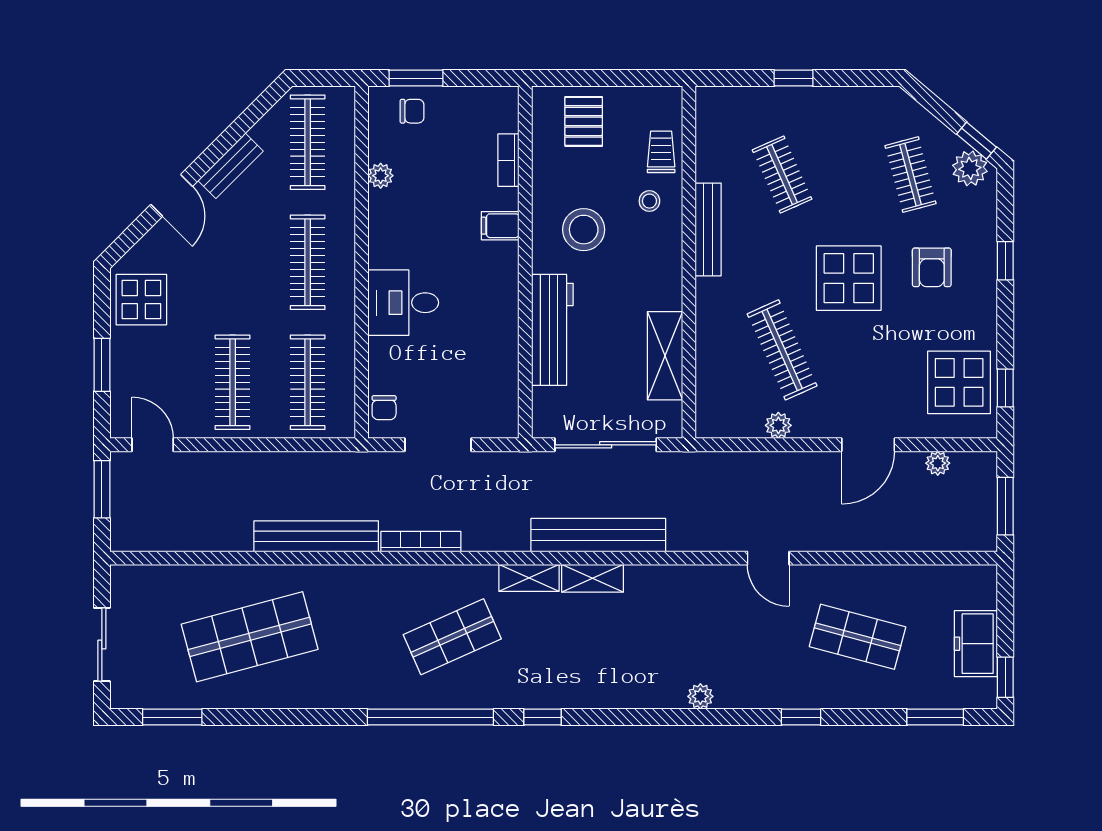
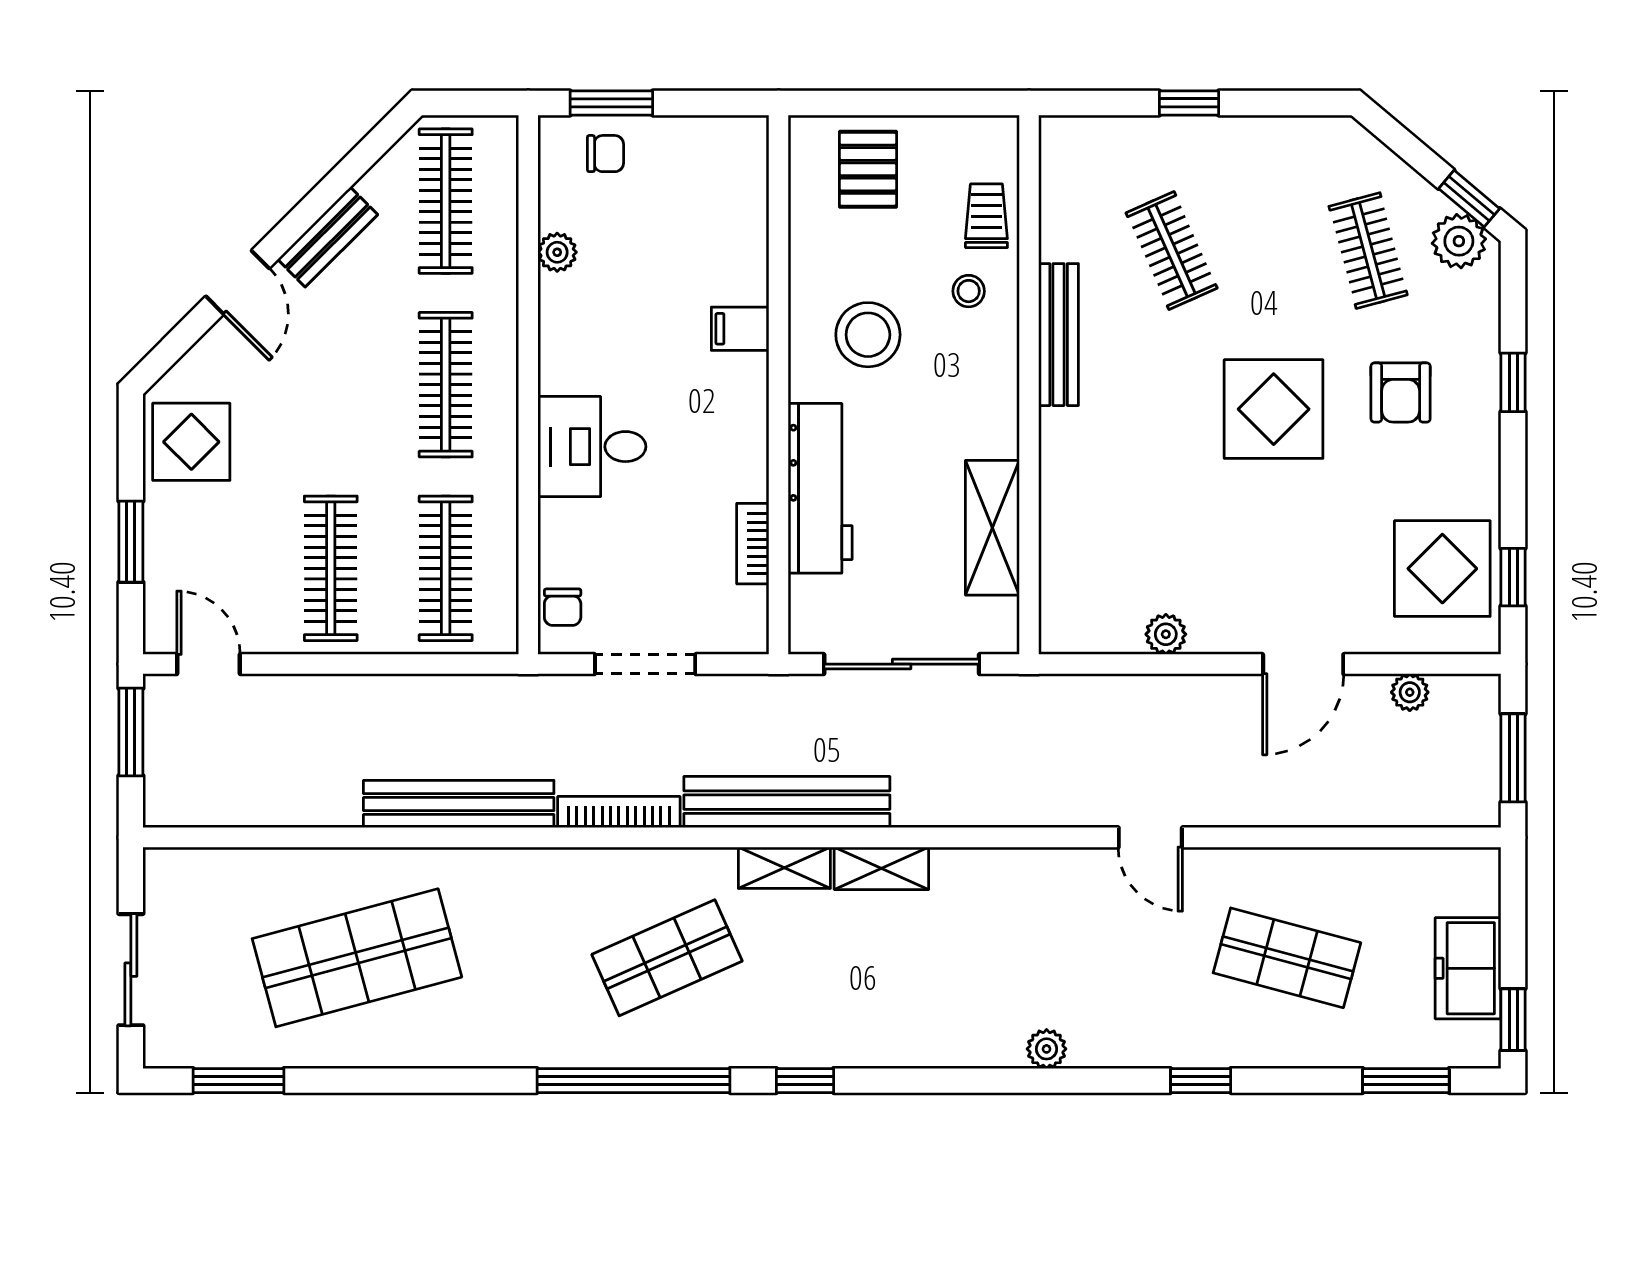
bookcase: (508, 160) -> (753, 544), moved
clothes rail: (782, 350) -> (1172, 519), removed
bench: (598, 535) -> (787, 802), moved

